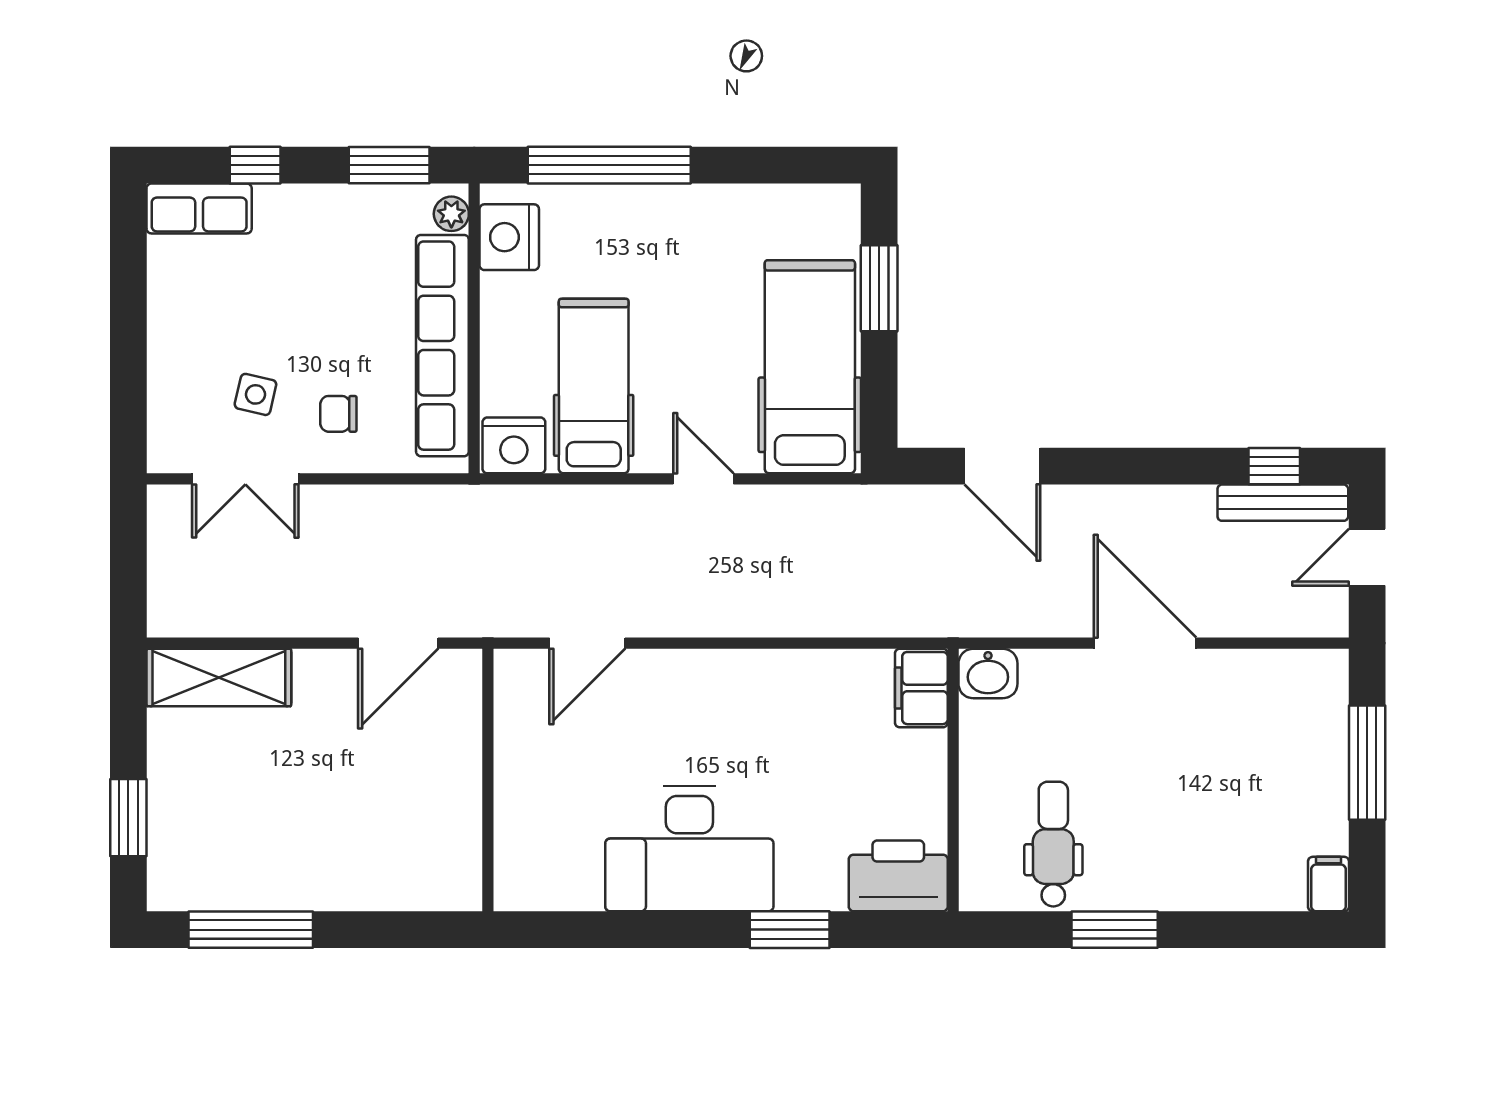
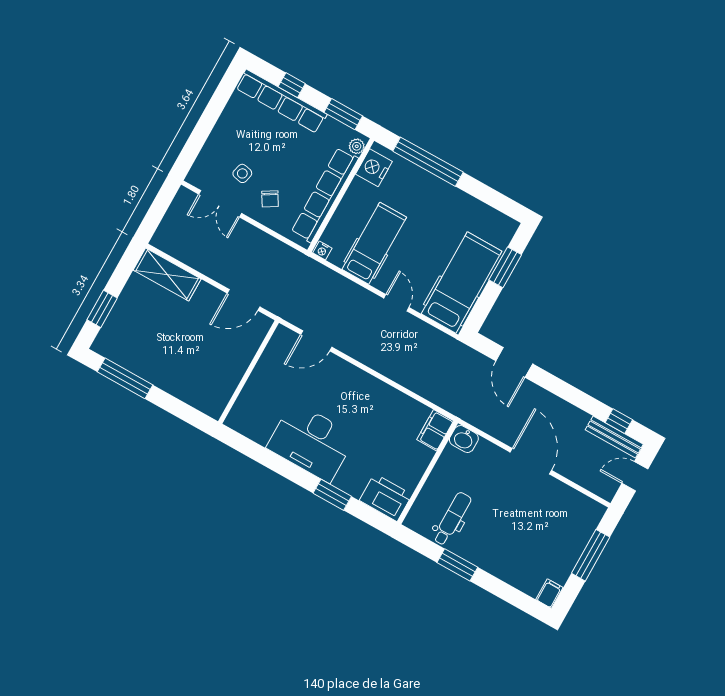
row of seats: (199, 208) -> (281, 101), width x2.02
chair: (338, 414) -> (270, 199), turned -121
nightstand: (514, 445) -> (322, 250), width x0.53, depth x0.56

